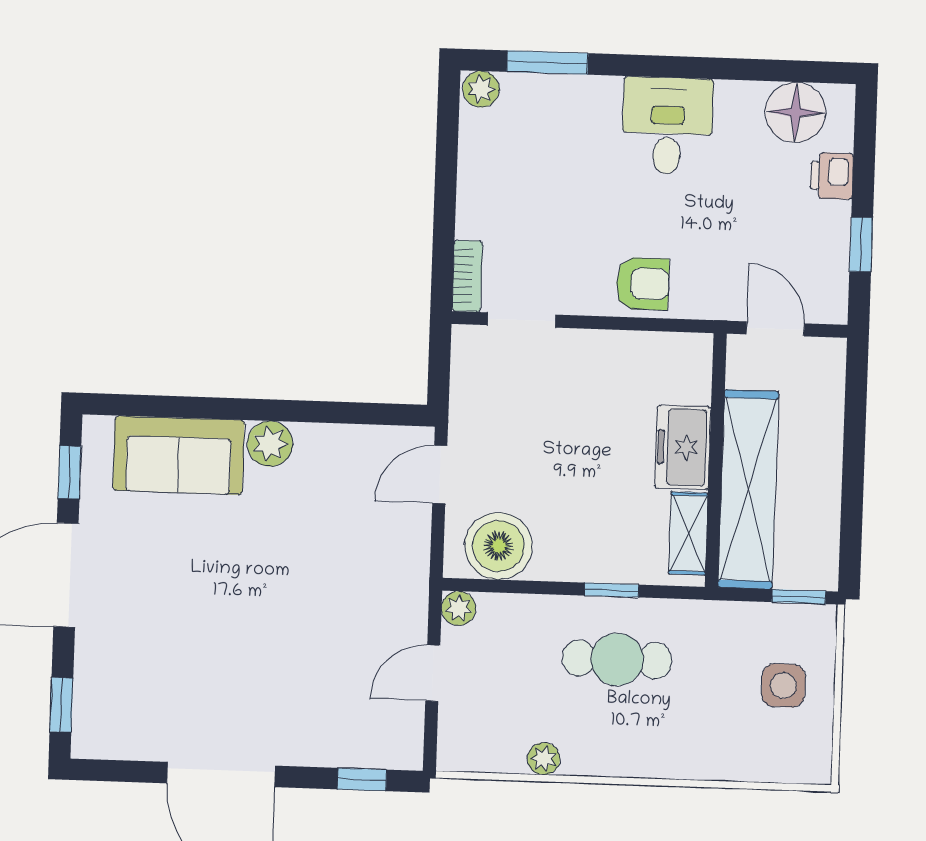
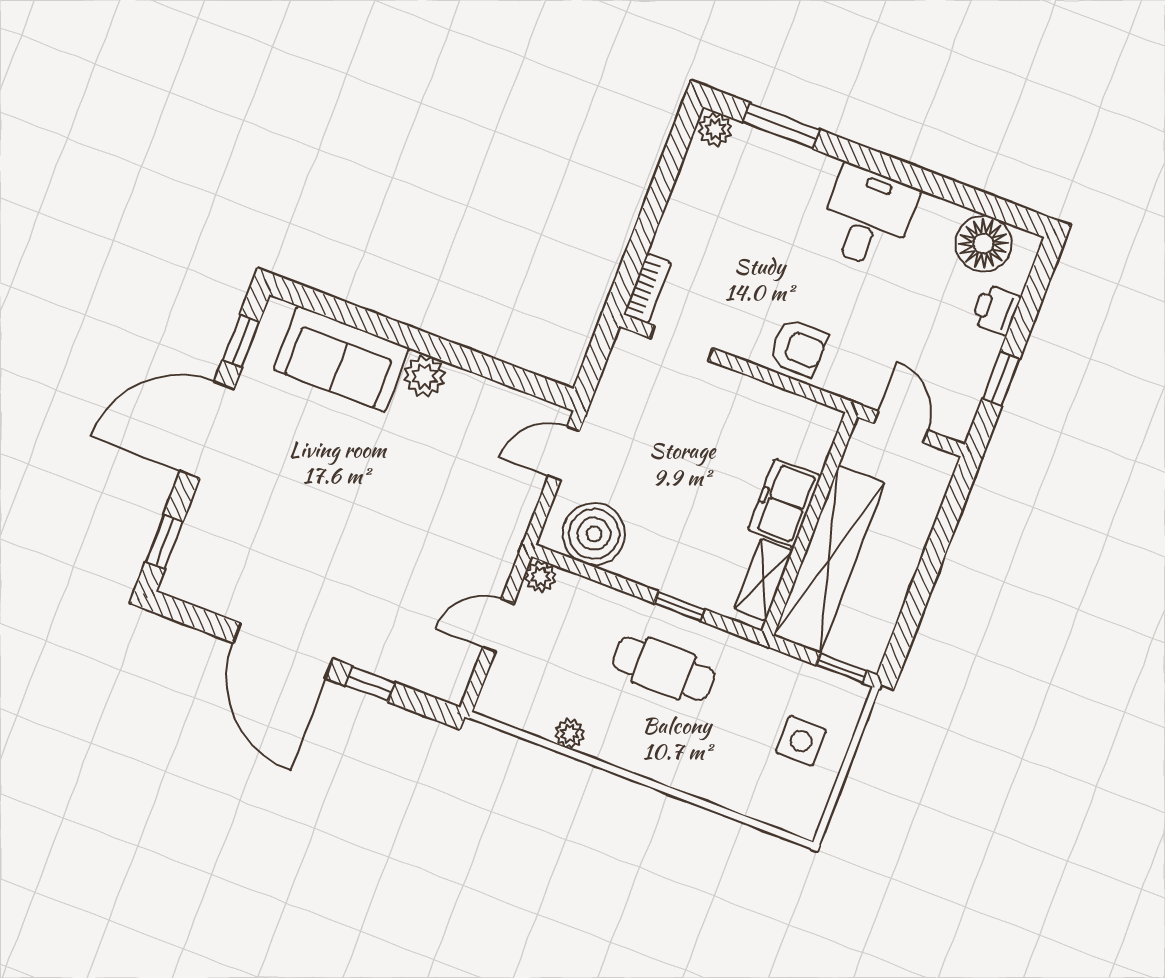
window: (362, 779) -> (370, 684), moved

